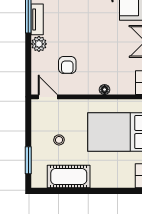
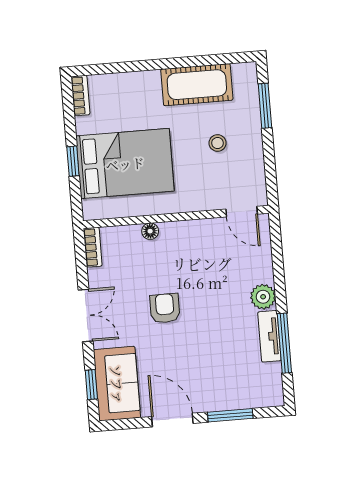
armchair: (67, 65) -> (165, 308), moved

